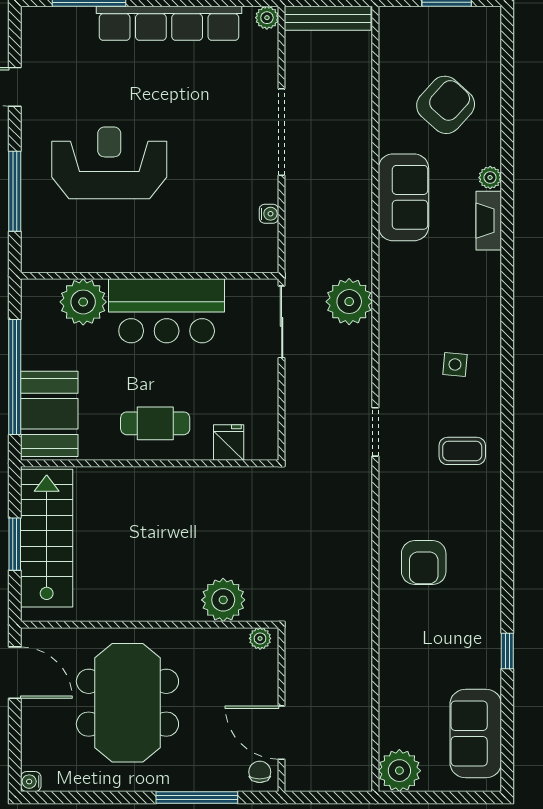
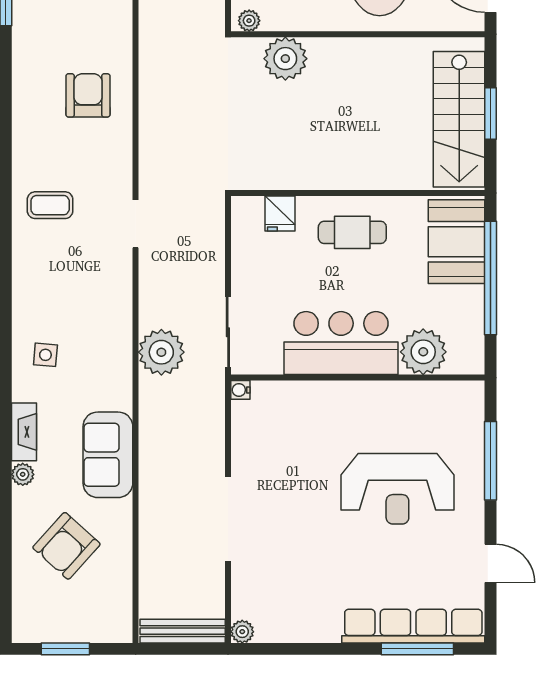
row of seats: (169, 23) -> (413, 626), moved
water cooler: (269, 214) -> (240, 390), moved
side table: (455, 364) -> (45, 355), moved

